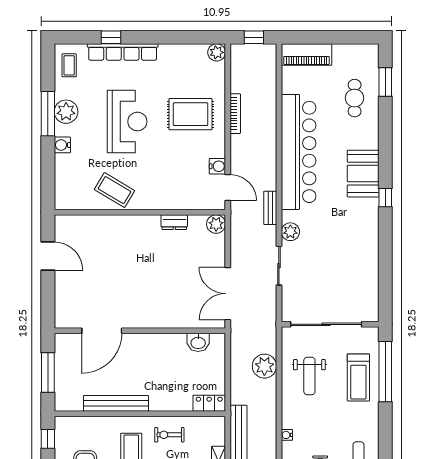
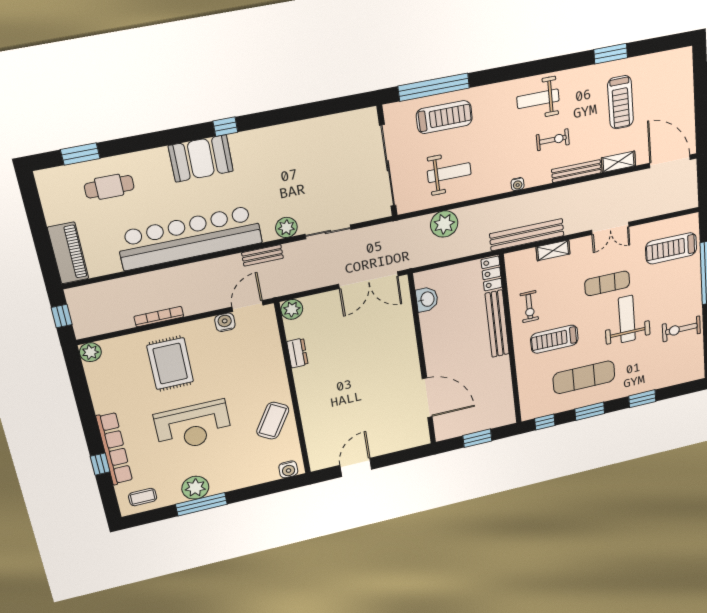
reception desk: (127, 122) -> (193, 426), turned 180
water cooler: (62, 145) -> (288, 469), moved
window: (48, 372) -> (477, 438), width x0.69
bench: (116, 403) -> (497, 324), moved

